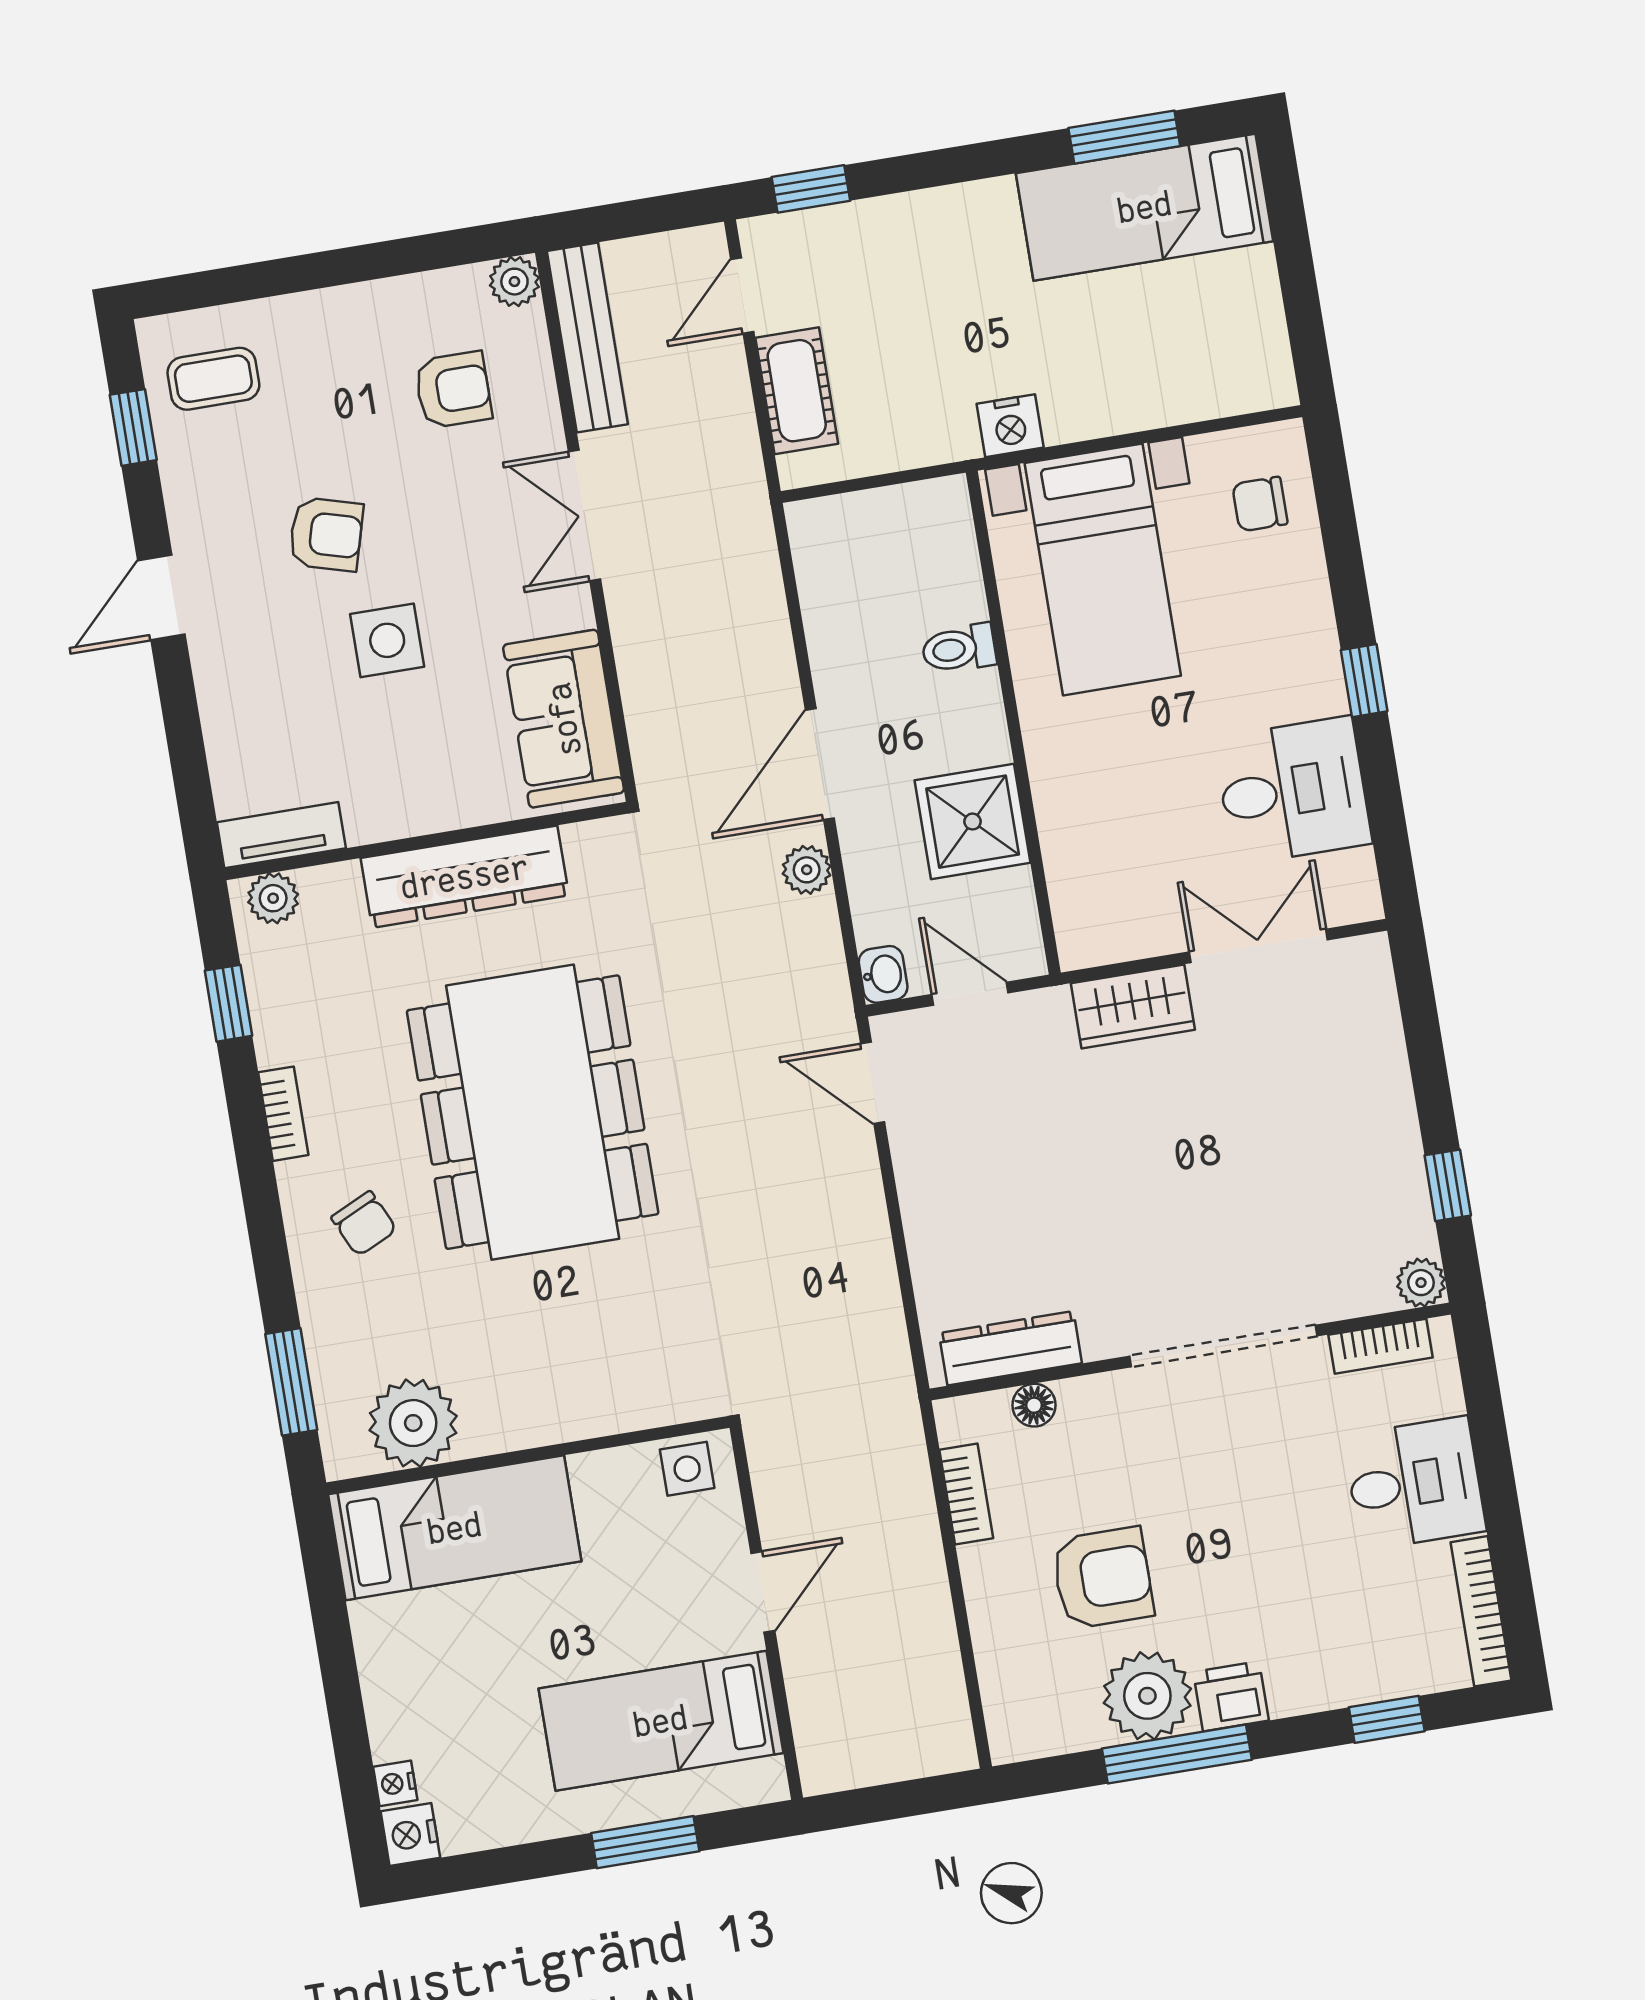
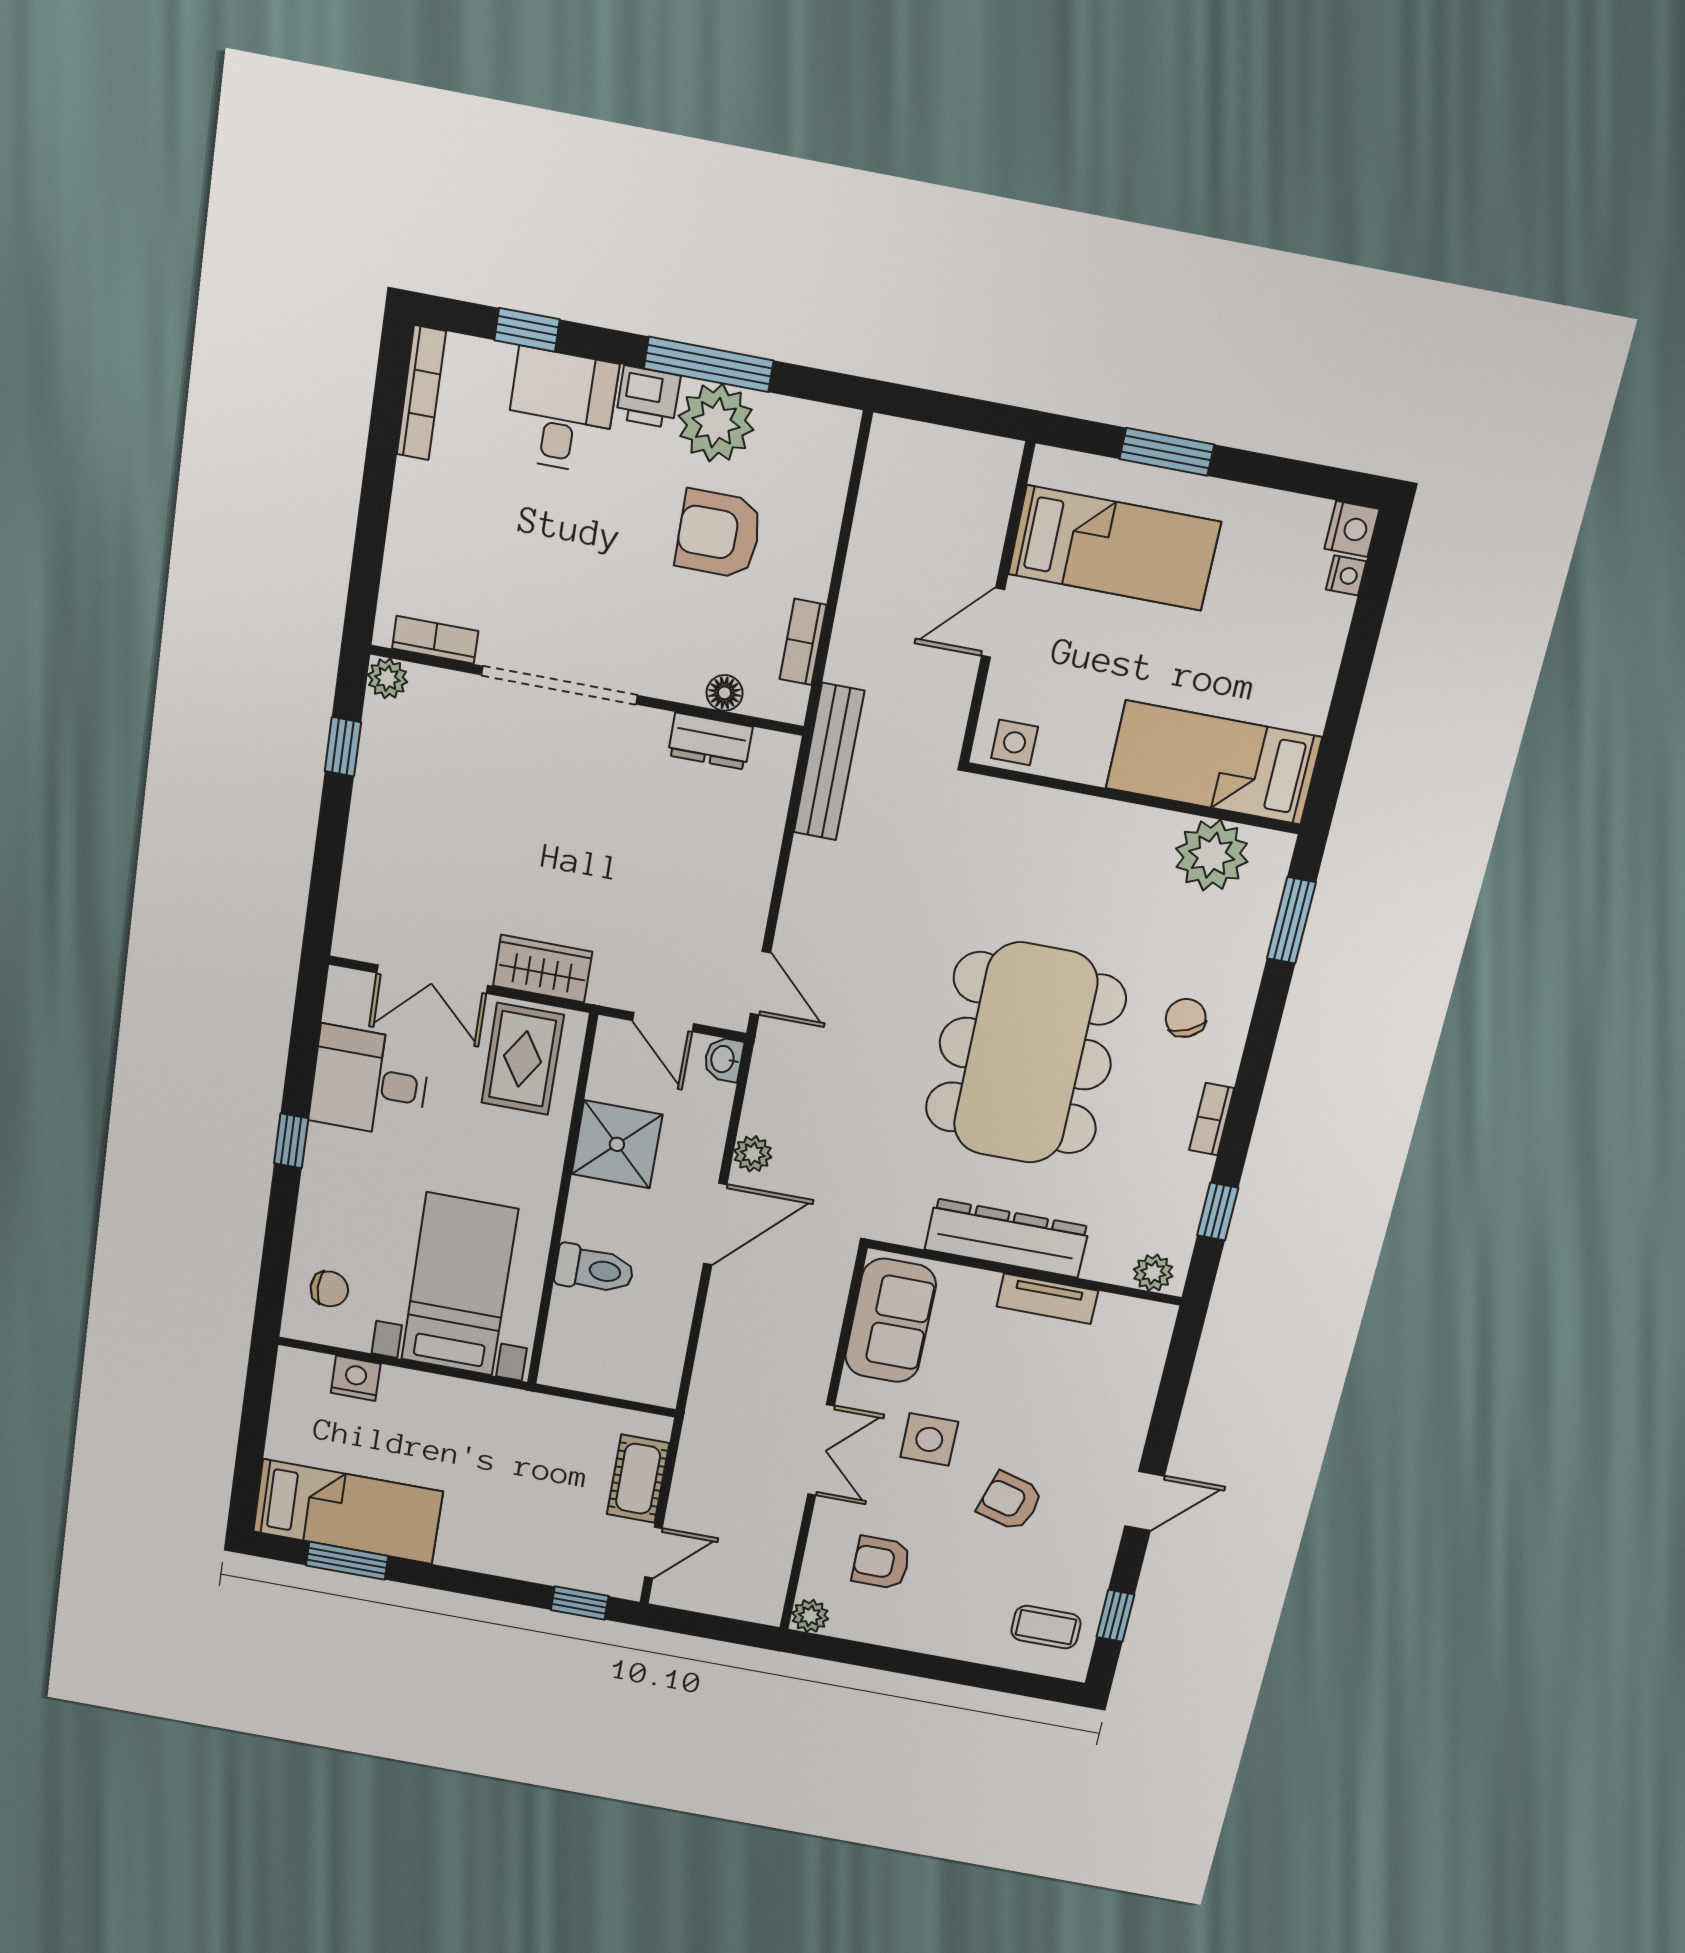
bench: (587, 338) -> (829, 762), moved
nightstand: (1010, 426) -> (356, 1378), moved
side table: (387, 640) -> (929, 1439), moved
toilet: (959, 649) -> (594, 1269), width x1.37, depth x1.39
tv unit: (281, 835) -> (1047, 1299), moved
rug: (1120, 887) -> (523, 1059), added
dresser: (1010, 1348) -> (710, 741), width x0.70
desk: (1414, 1483) -> (561, 411), moved, turned 90

